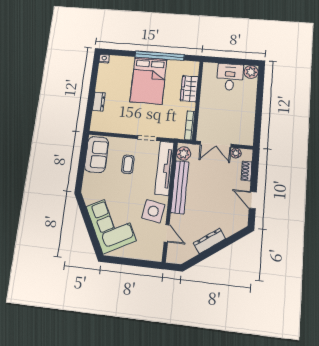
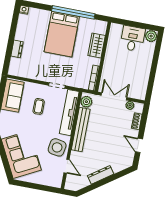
double door: (216, 144) -> (114, 96), swing flipped

